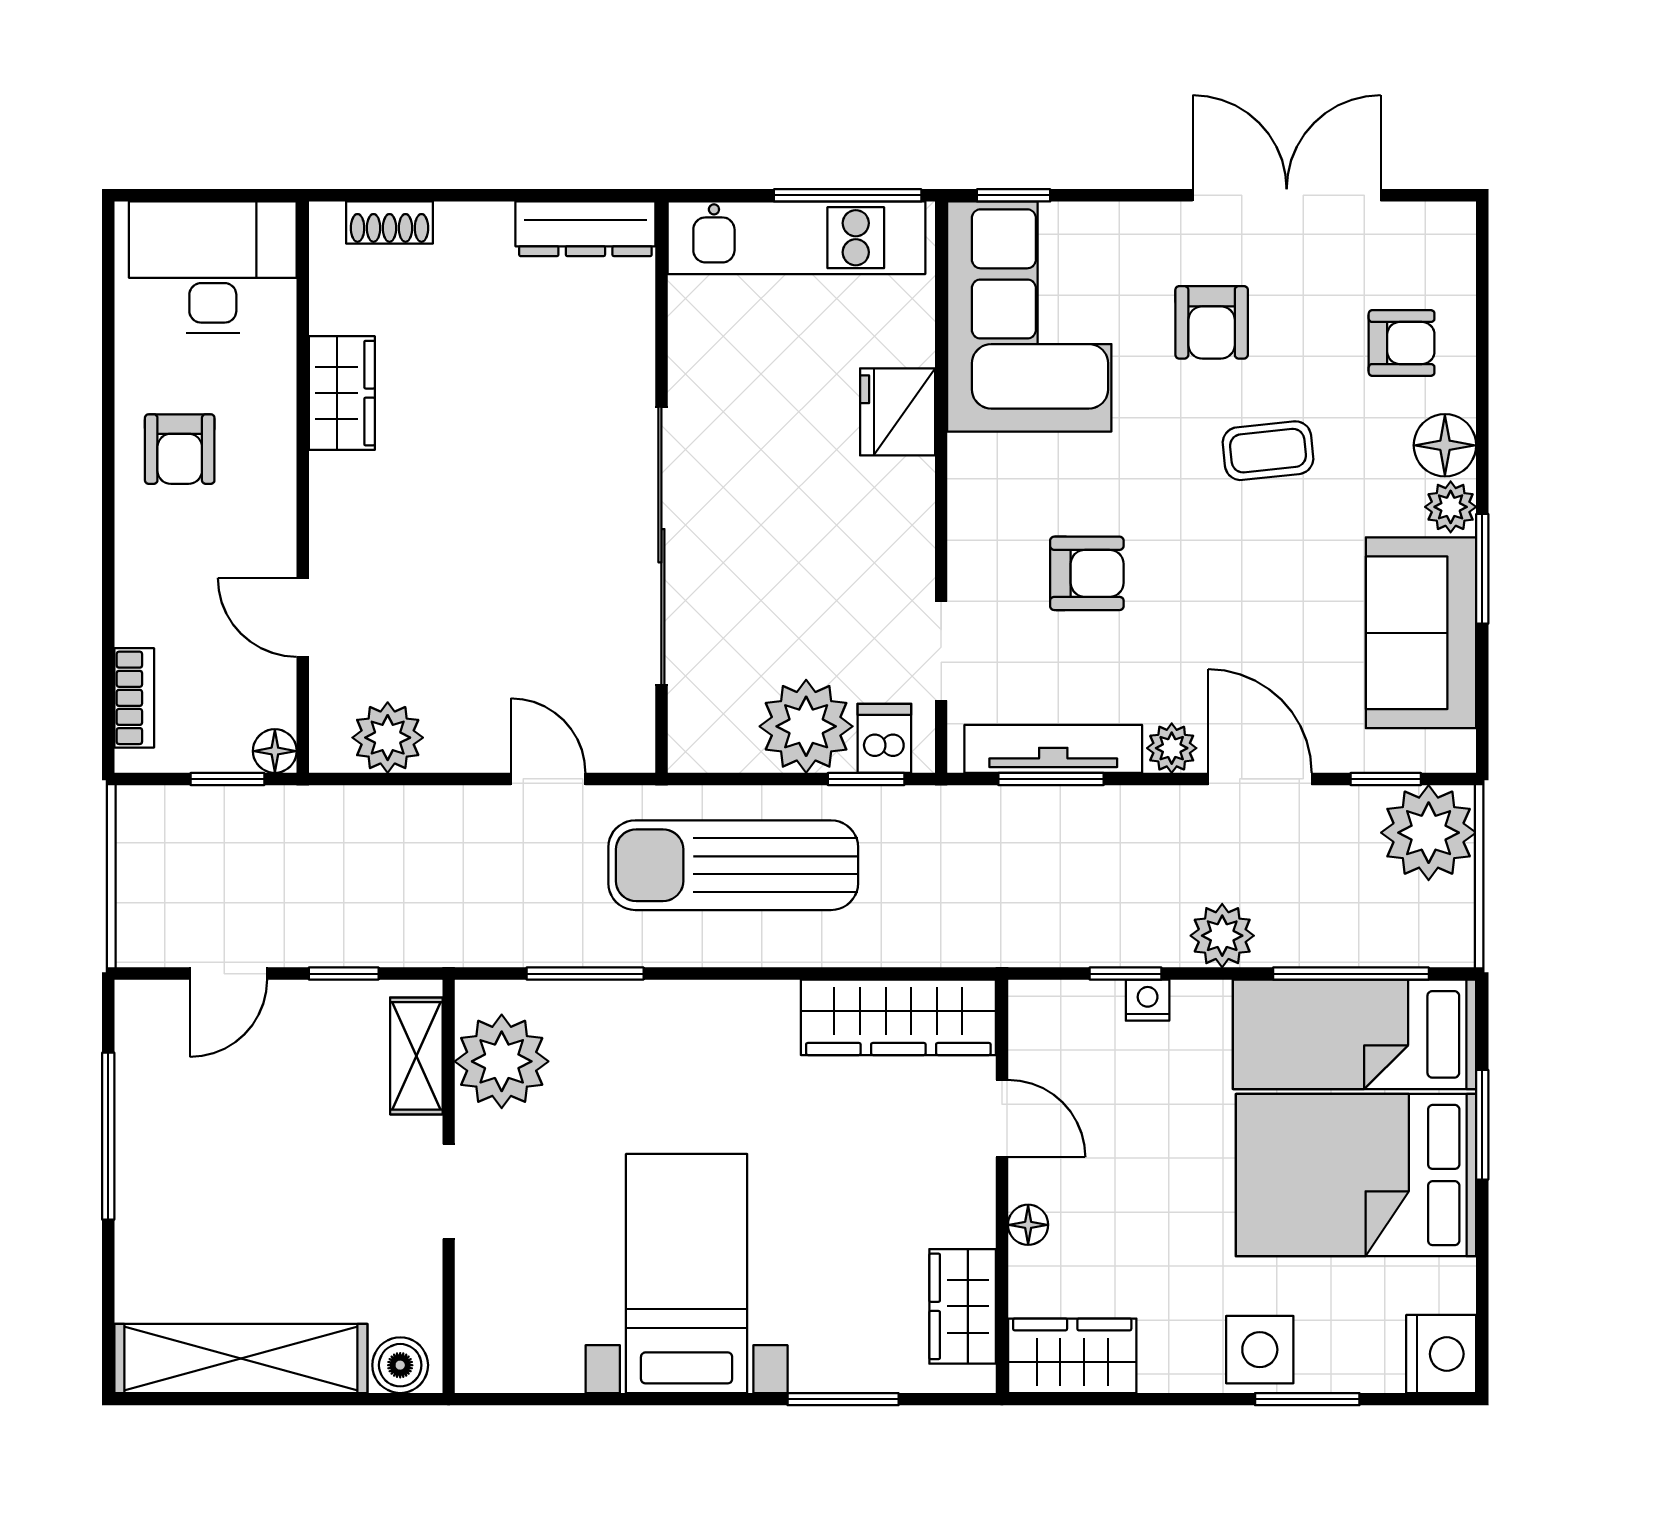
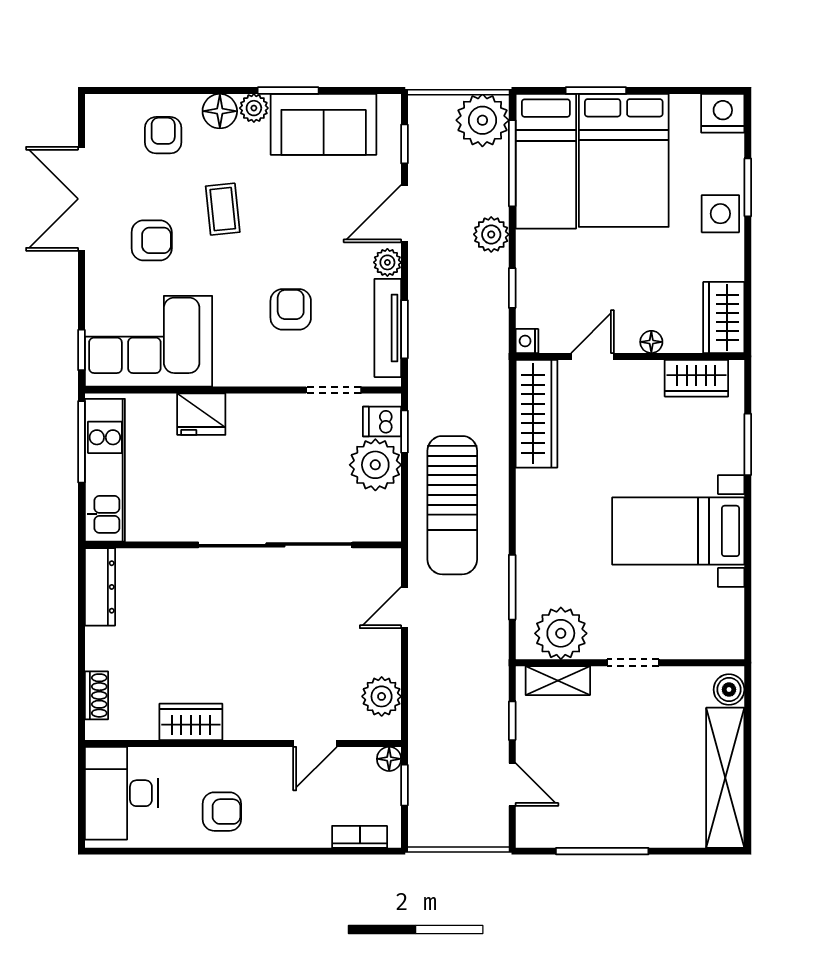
plant: (1429, 833) -> (482, 120), moved
nightstand: (1148, 1000) -> (527, 341), moved

